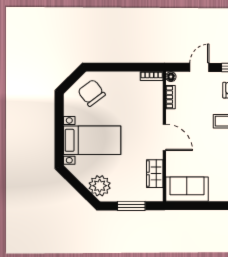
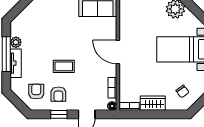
chair: (92, 93) -> (182, 91), width x0.54, depth x0.54
wardrobe: (155, 174) -> (153, 103), moved, turned -90

